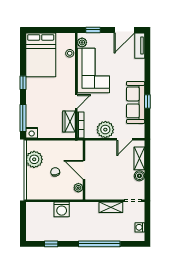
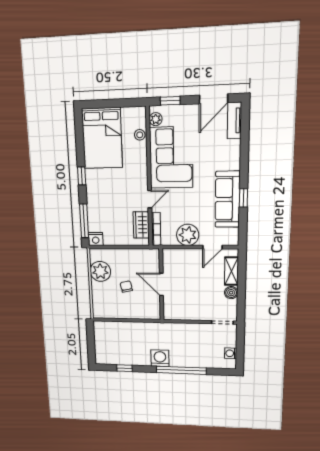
plant: (78, 188) -> (155, 306), removed
shelving: (111, 207) -> (195, 329), removed
washing machine: (62, 209) -> (160, 358), moved, turned 180

